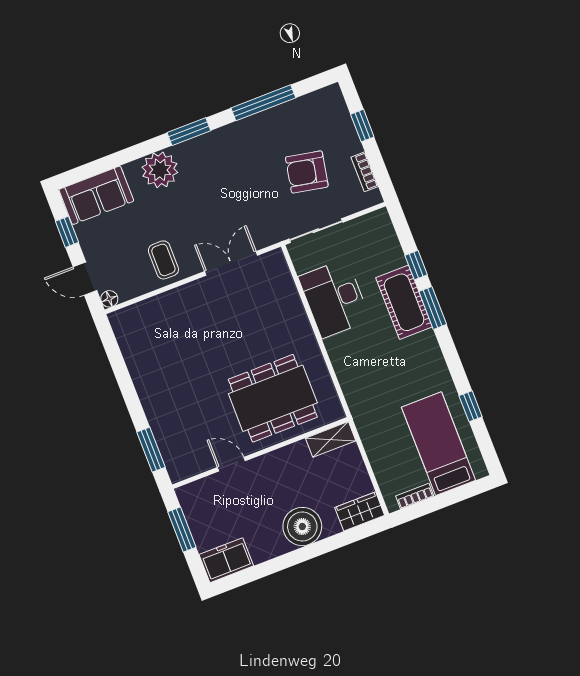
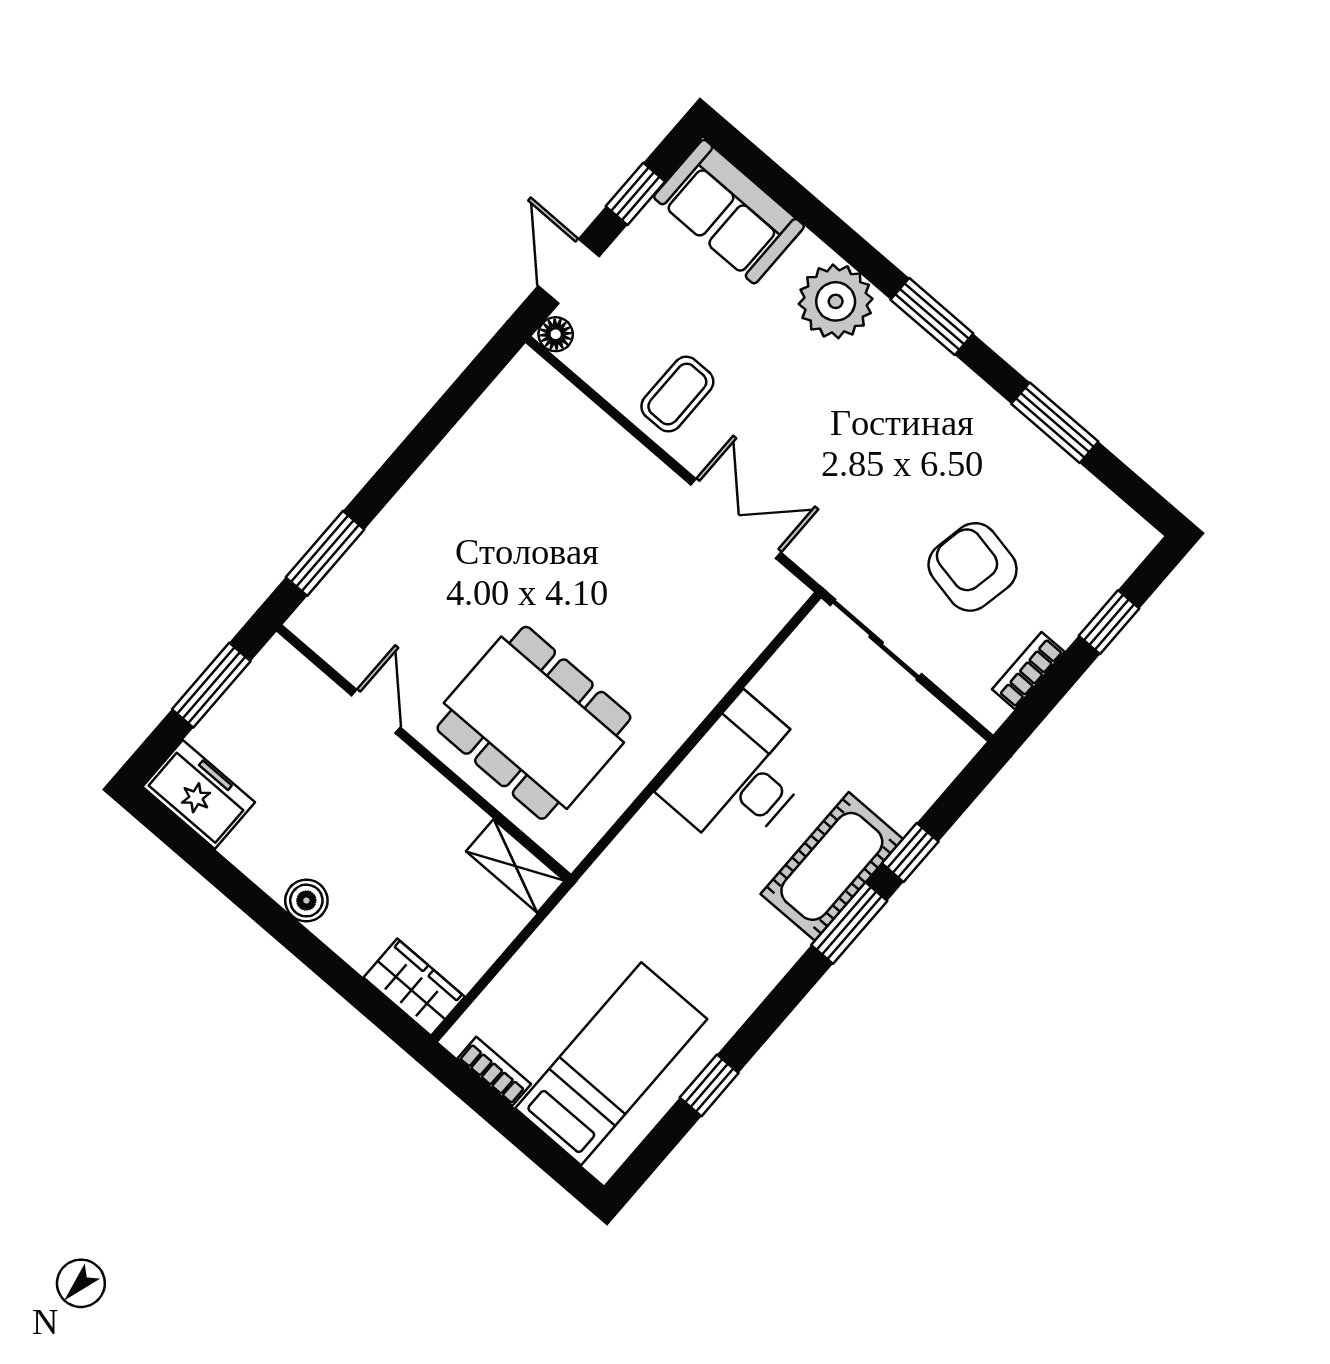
window: (263, 103) -> (1055, 423), width x0.69
desk: (334, 298) -> (739, 775), moved
boiler: (302, 527) -> (306, 901), width x0.54, depth x0.54

